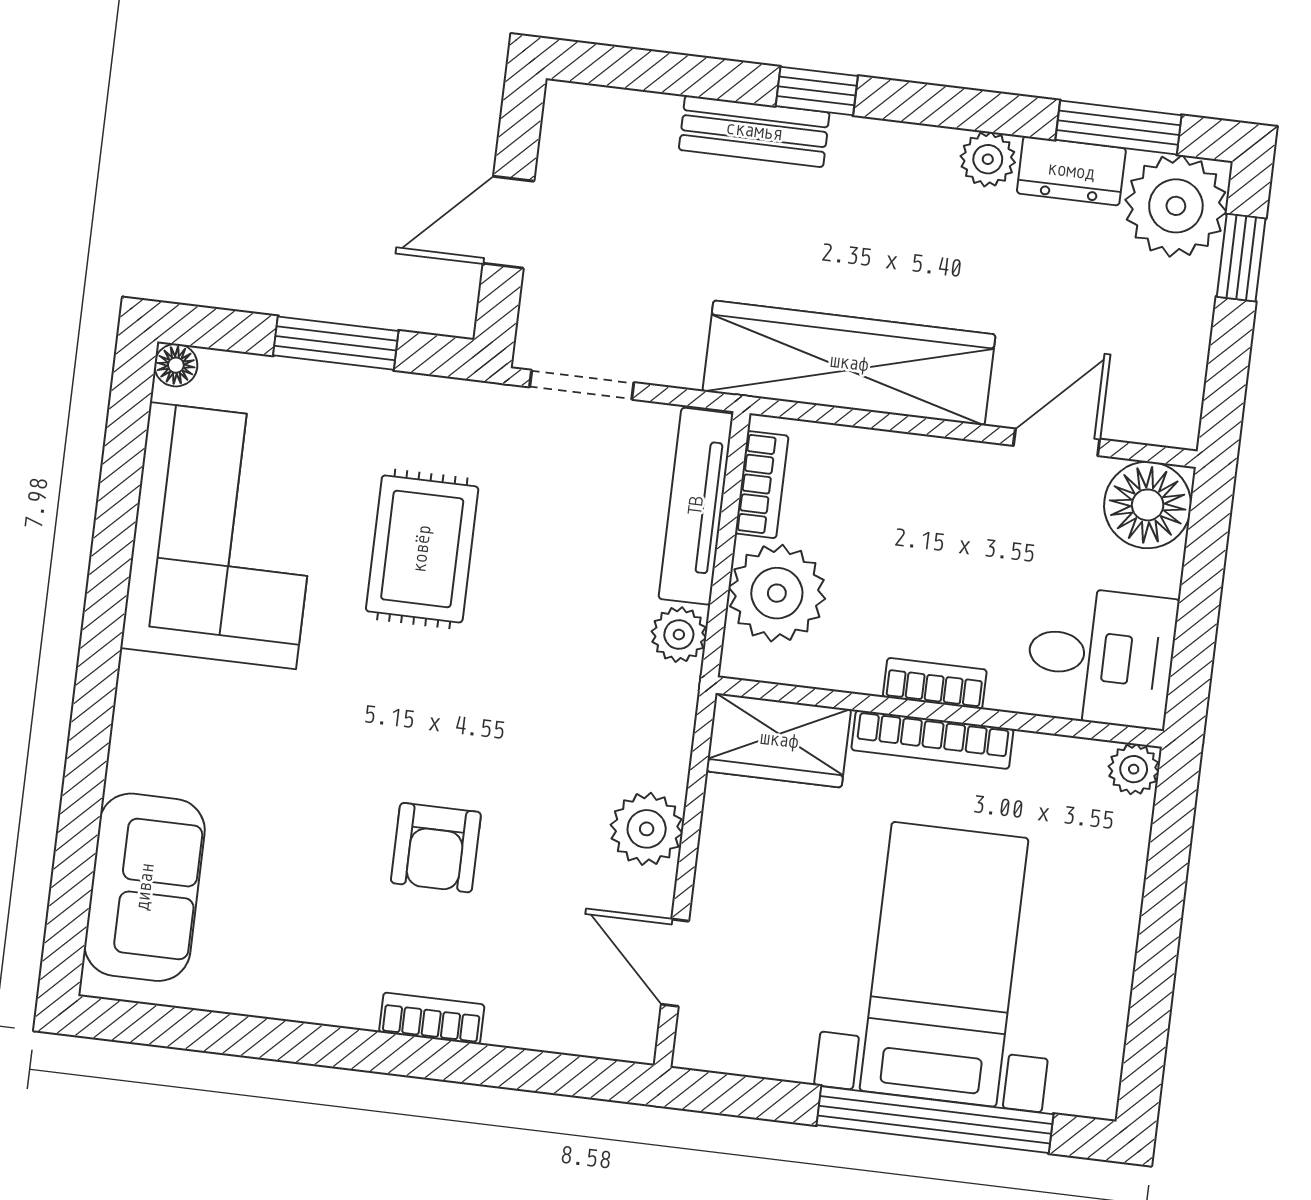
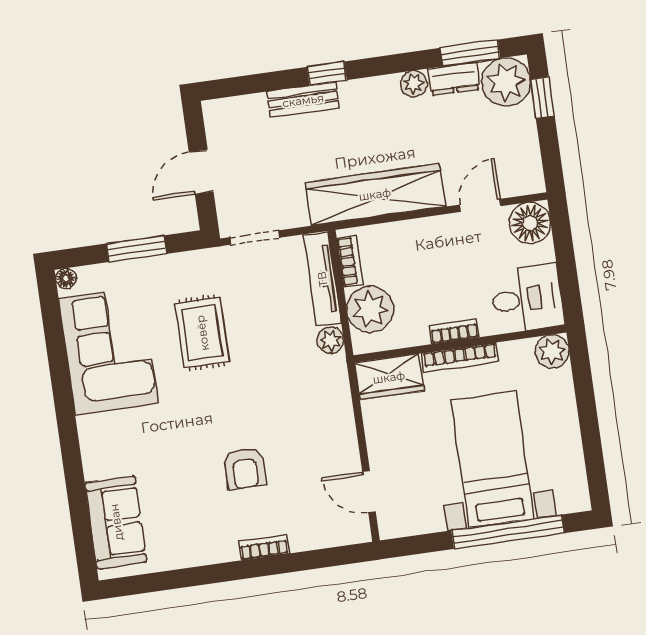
plant: (1134, 769) -> (552, 351), width x1.38, depth x1.38
plant: (647, 829) -> (339, 434), removed

